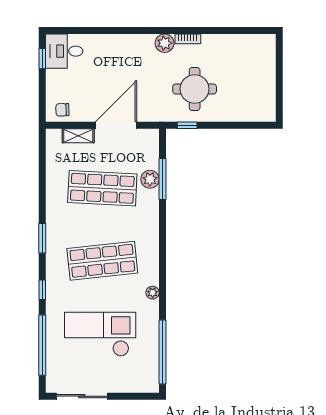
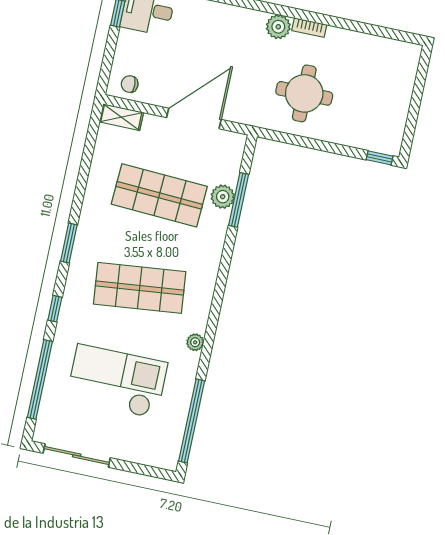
window: (187, 125) -> (380, 158), moved
shelving: (78, 136) -> (121, 117), moved

